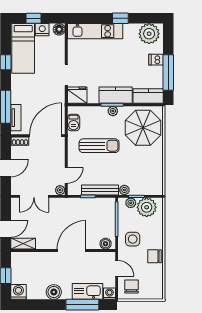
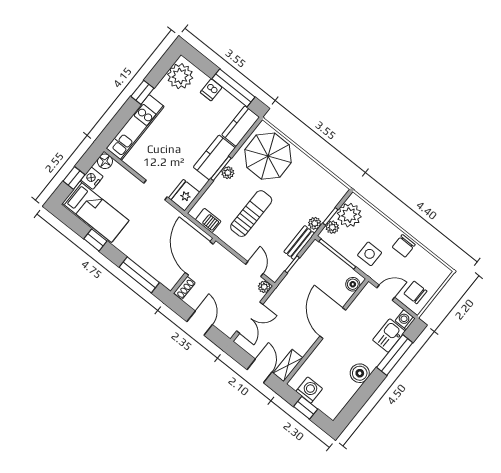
tv unit: (16, 118) -> (158, 273), removed
bench: (100, 190) -> (299, 243), width x0.73
kitchen sink: (87, 291) -> (389, 336), width x0.73
washing machine: (18, 292) -> (309, 390), moved, turned 90

